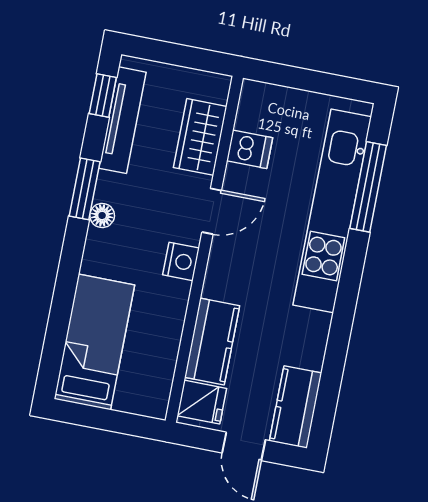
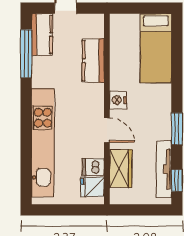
window: (368, 187) -> (26, 54), moved
door: (212, 211) -> (107, 130), swing flipped
floor lamp: (102, 215) -> (165, 116), removed
fridge: (202, 402) -> (92, 187), moved

